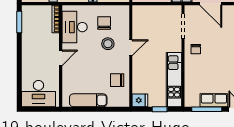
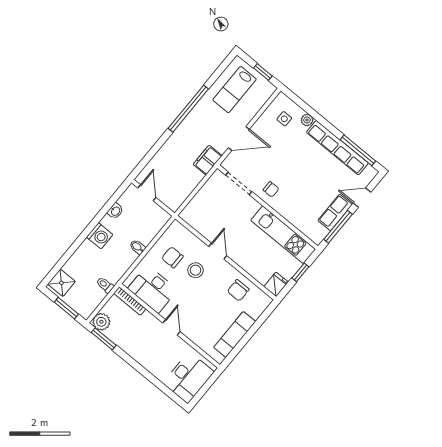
plant: (29, 12) -> (101, 322), added

